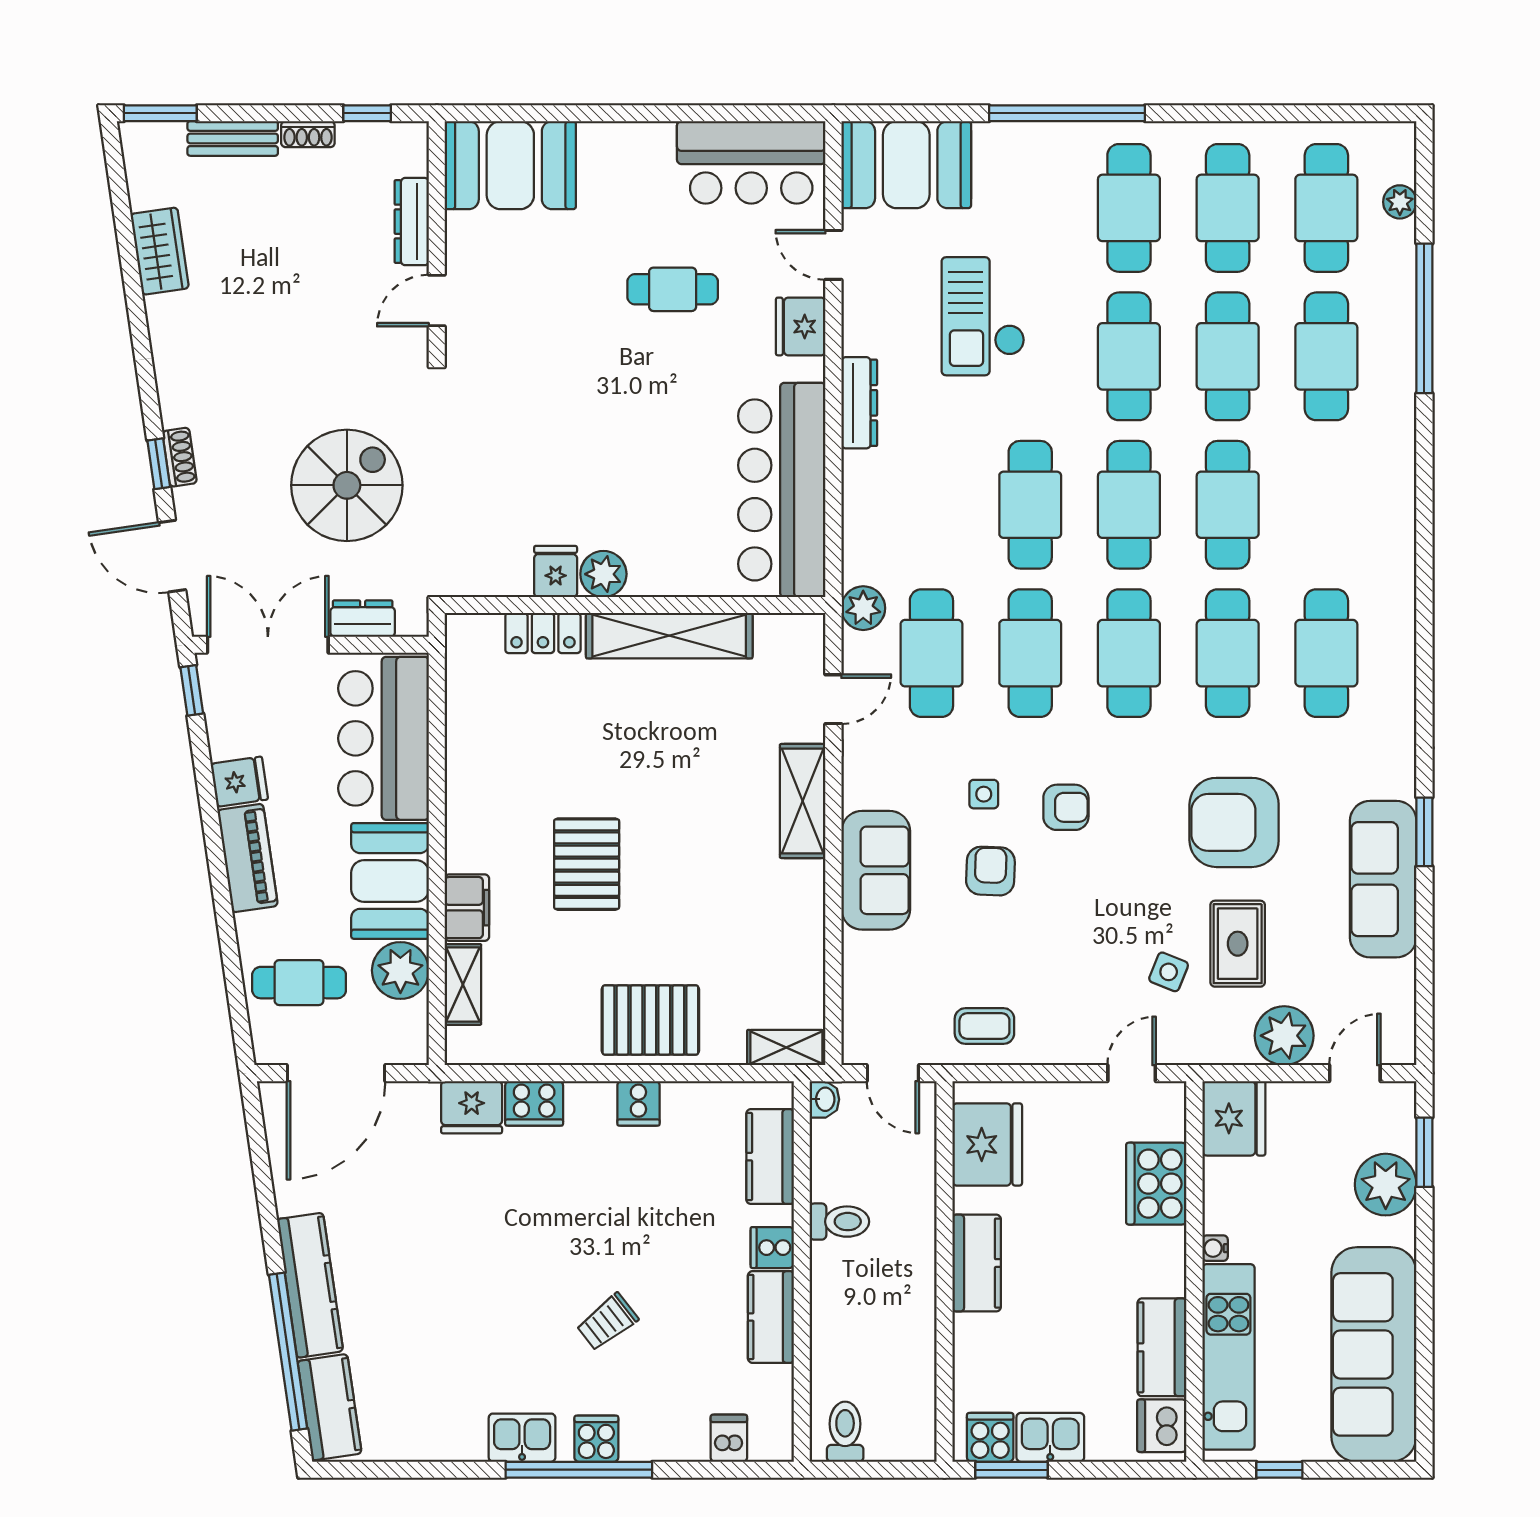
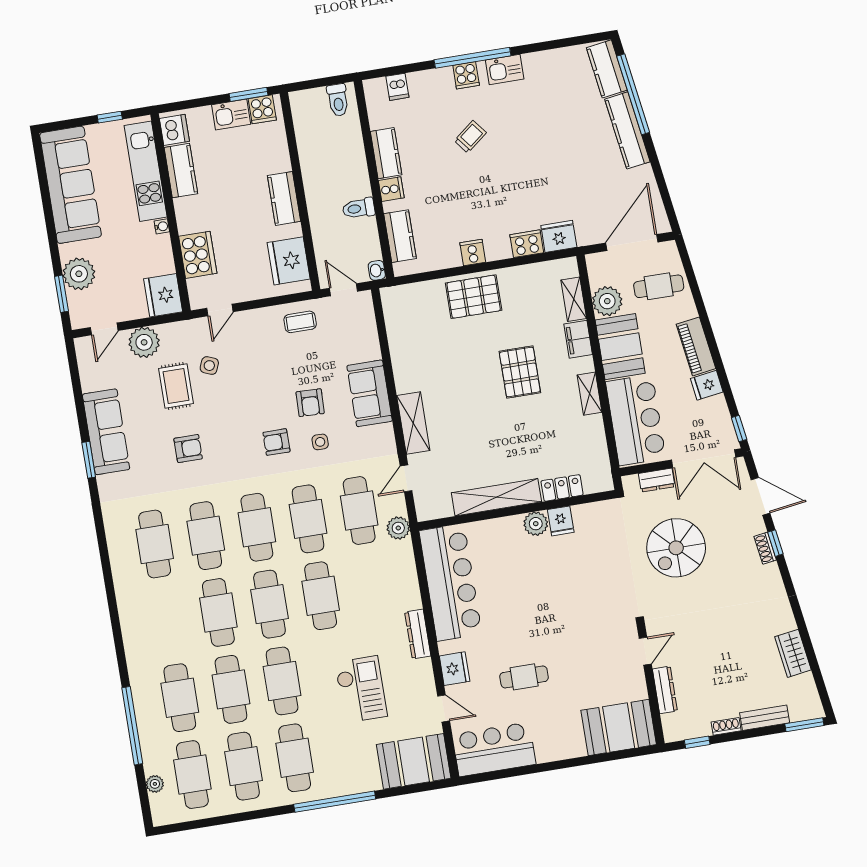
armchair: (1234, 822) -> (188, 449), width x0.53, depth x0.53
shelving: (786, 1048) -> (589, 394), moved, turned 90

